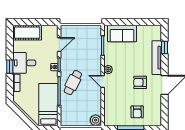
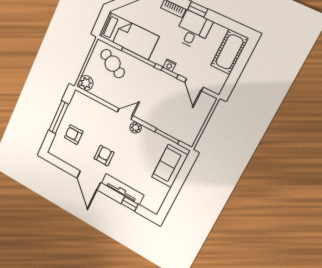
cafe table: (73, 83) -> (113, 64), moved

